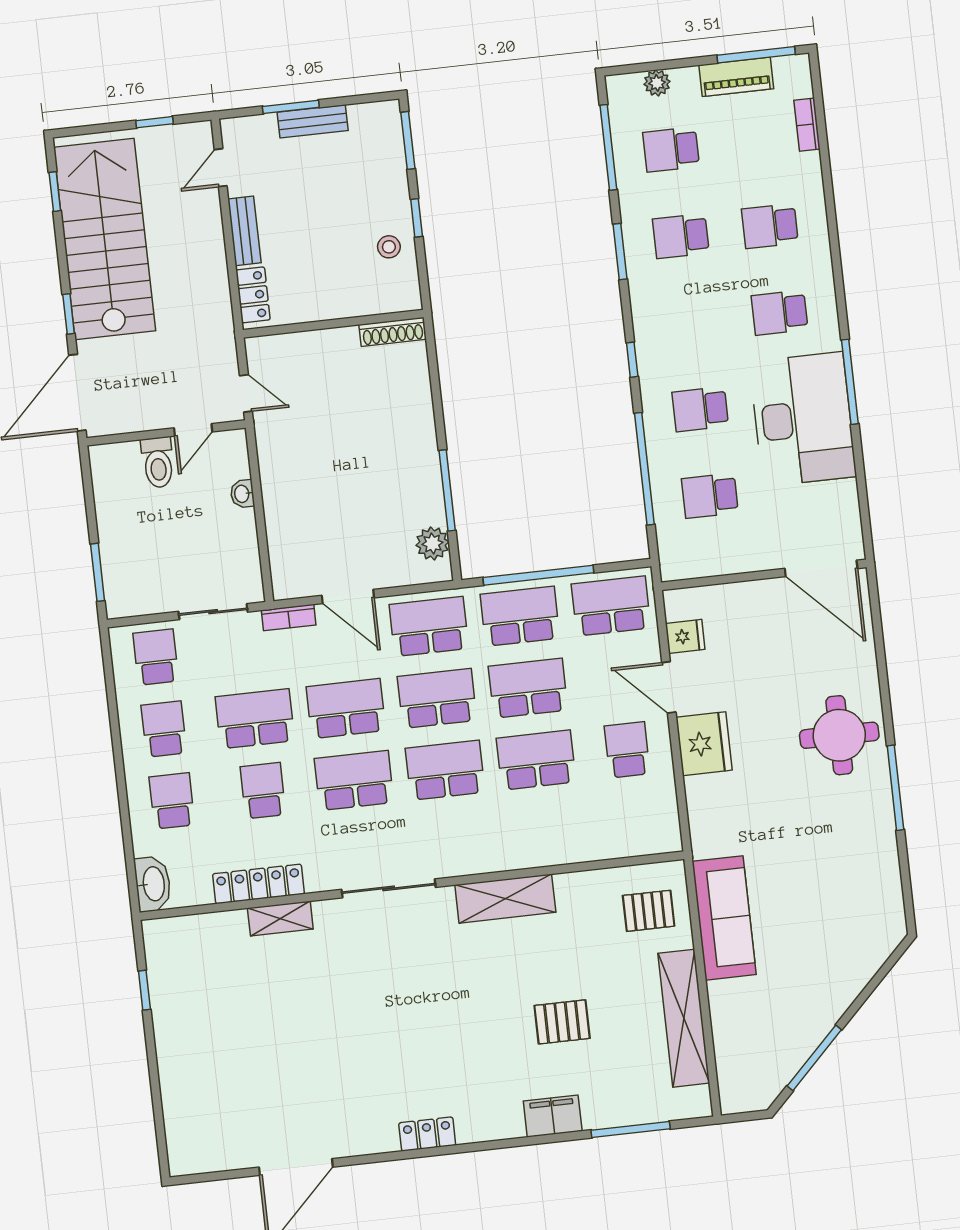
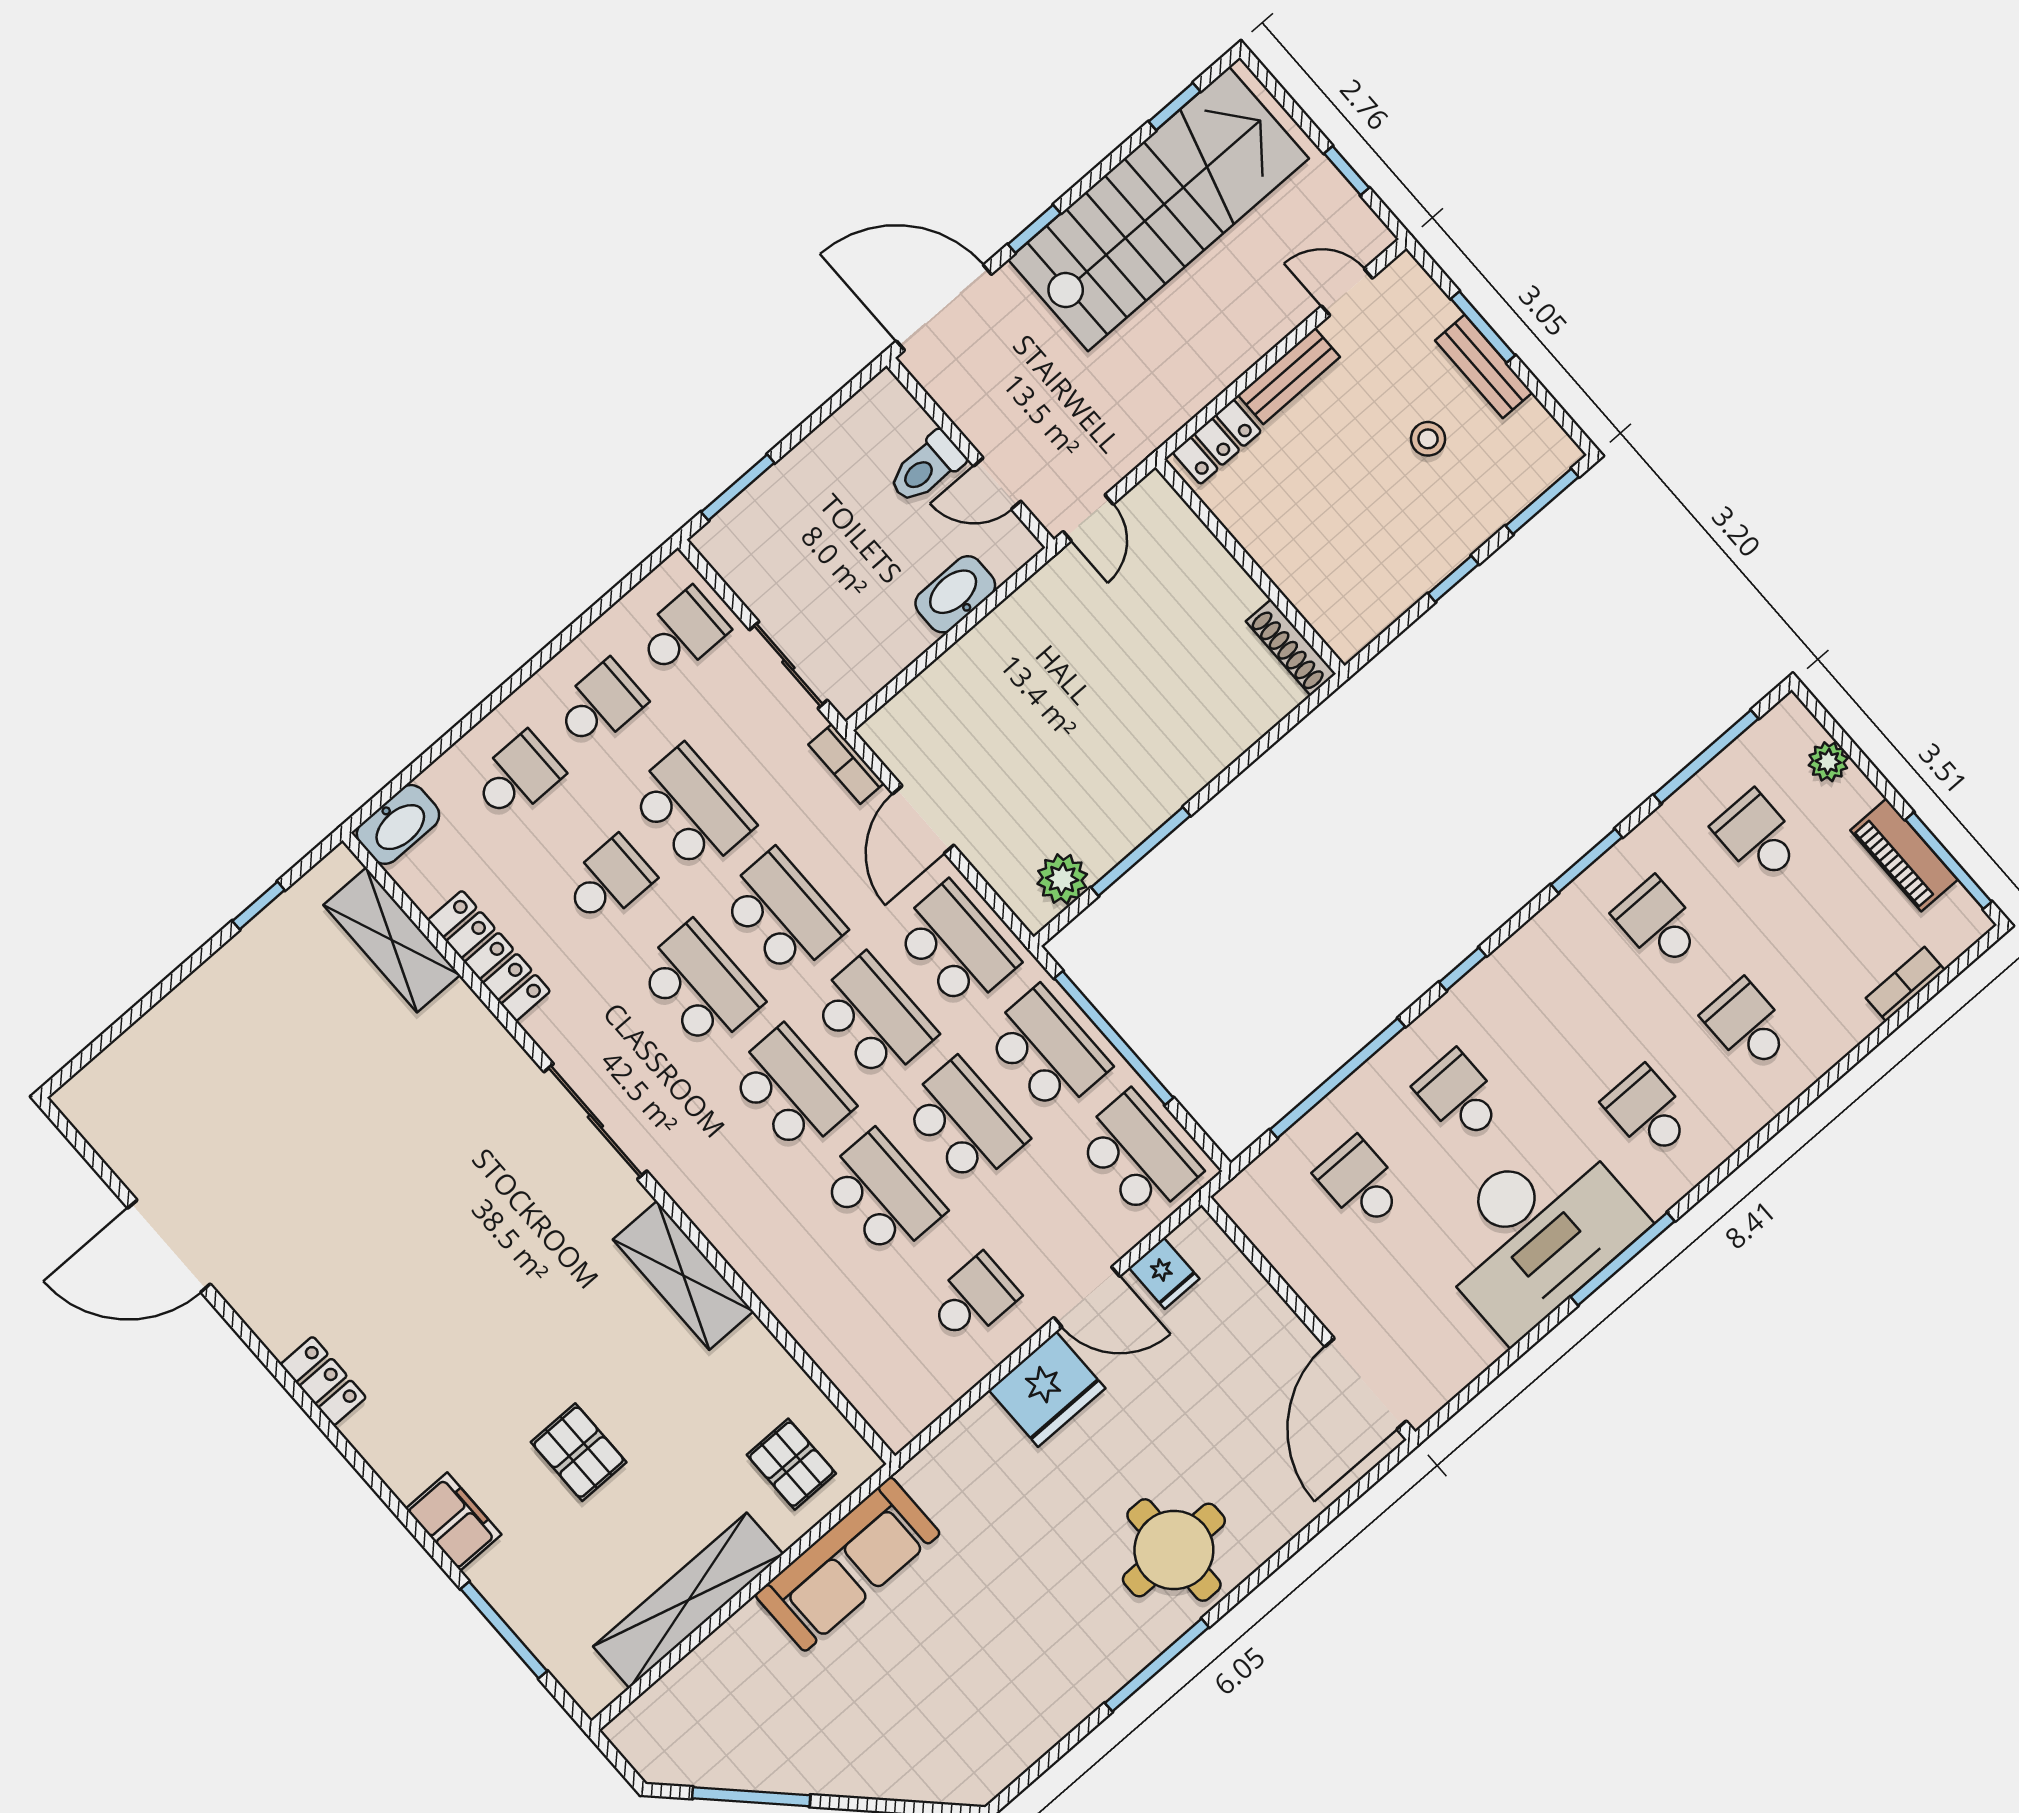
stool: (389, 247) -> (1428, 439), moved
washbasin: (242, 494) -> (955, 594), width x1.91, depth x1.45
door: (669, 687) -> (1087, 1297), swing flipped
shelving: (280, 919) -> (392, 940), moved, width x1.50, depth x1.33

